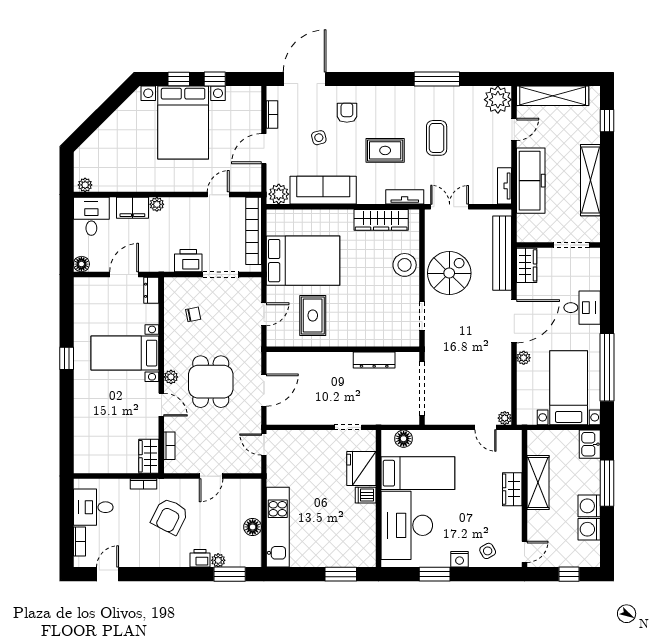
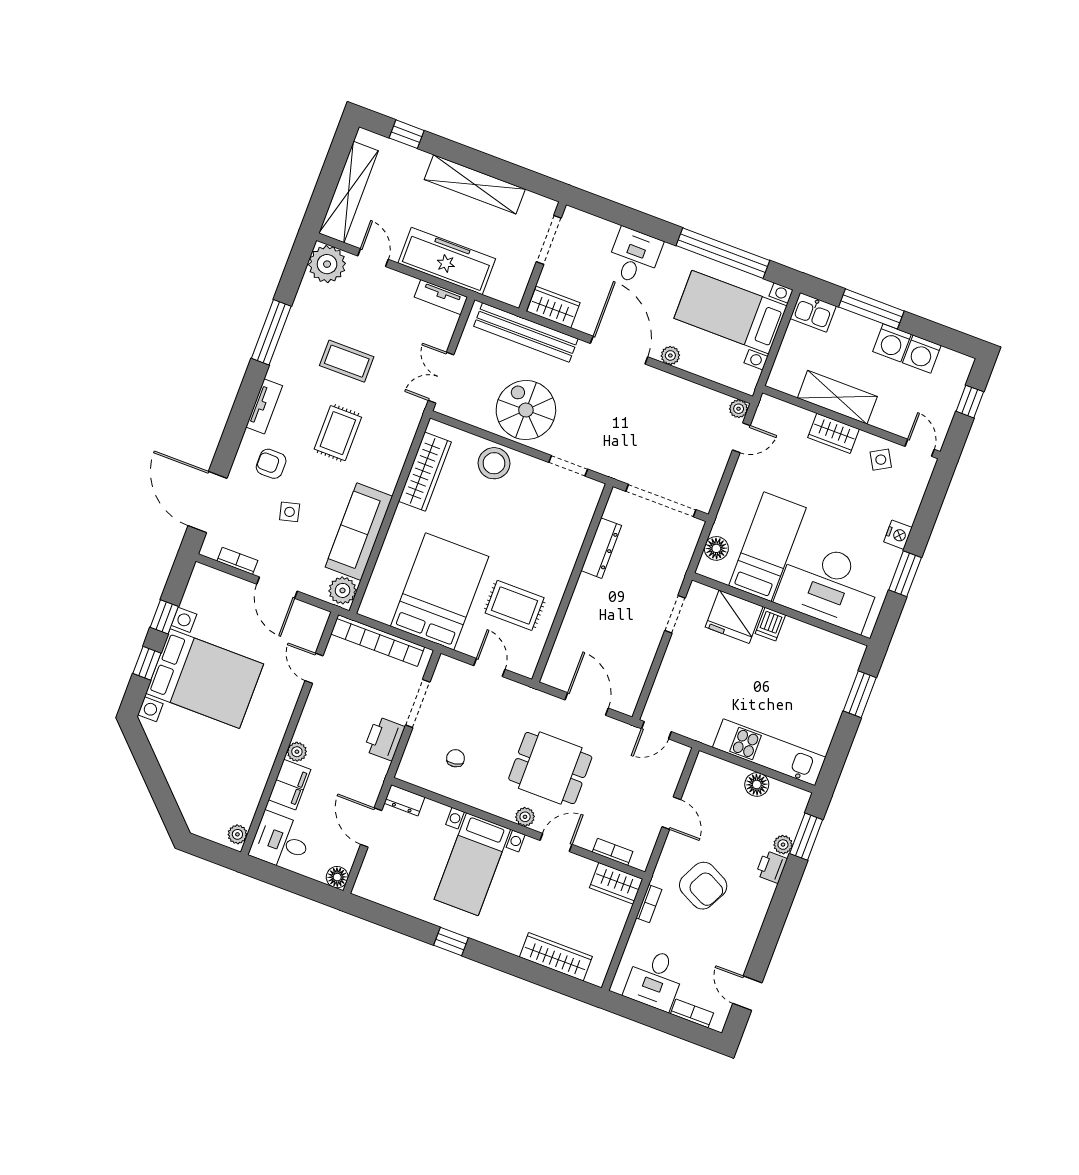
tv unit: (405, 197) -> (264, 406), moved, turned 180
wardrobe: (83, 434) -> (556, 957), added
side table: (488, 551) -> (881, 460), moved

